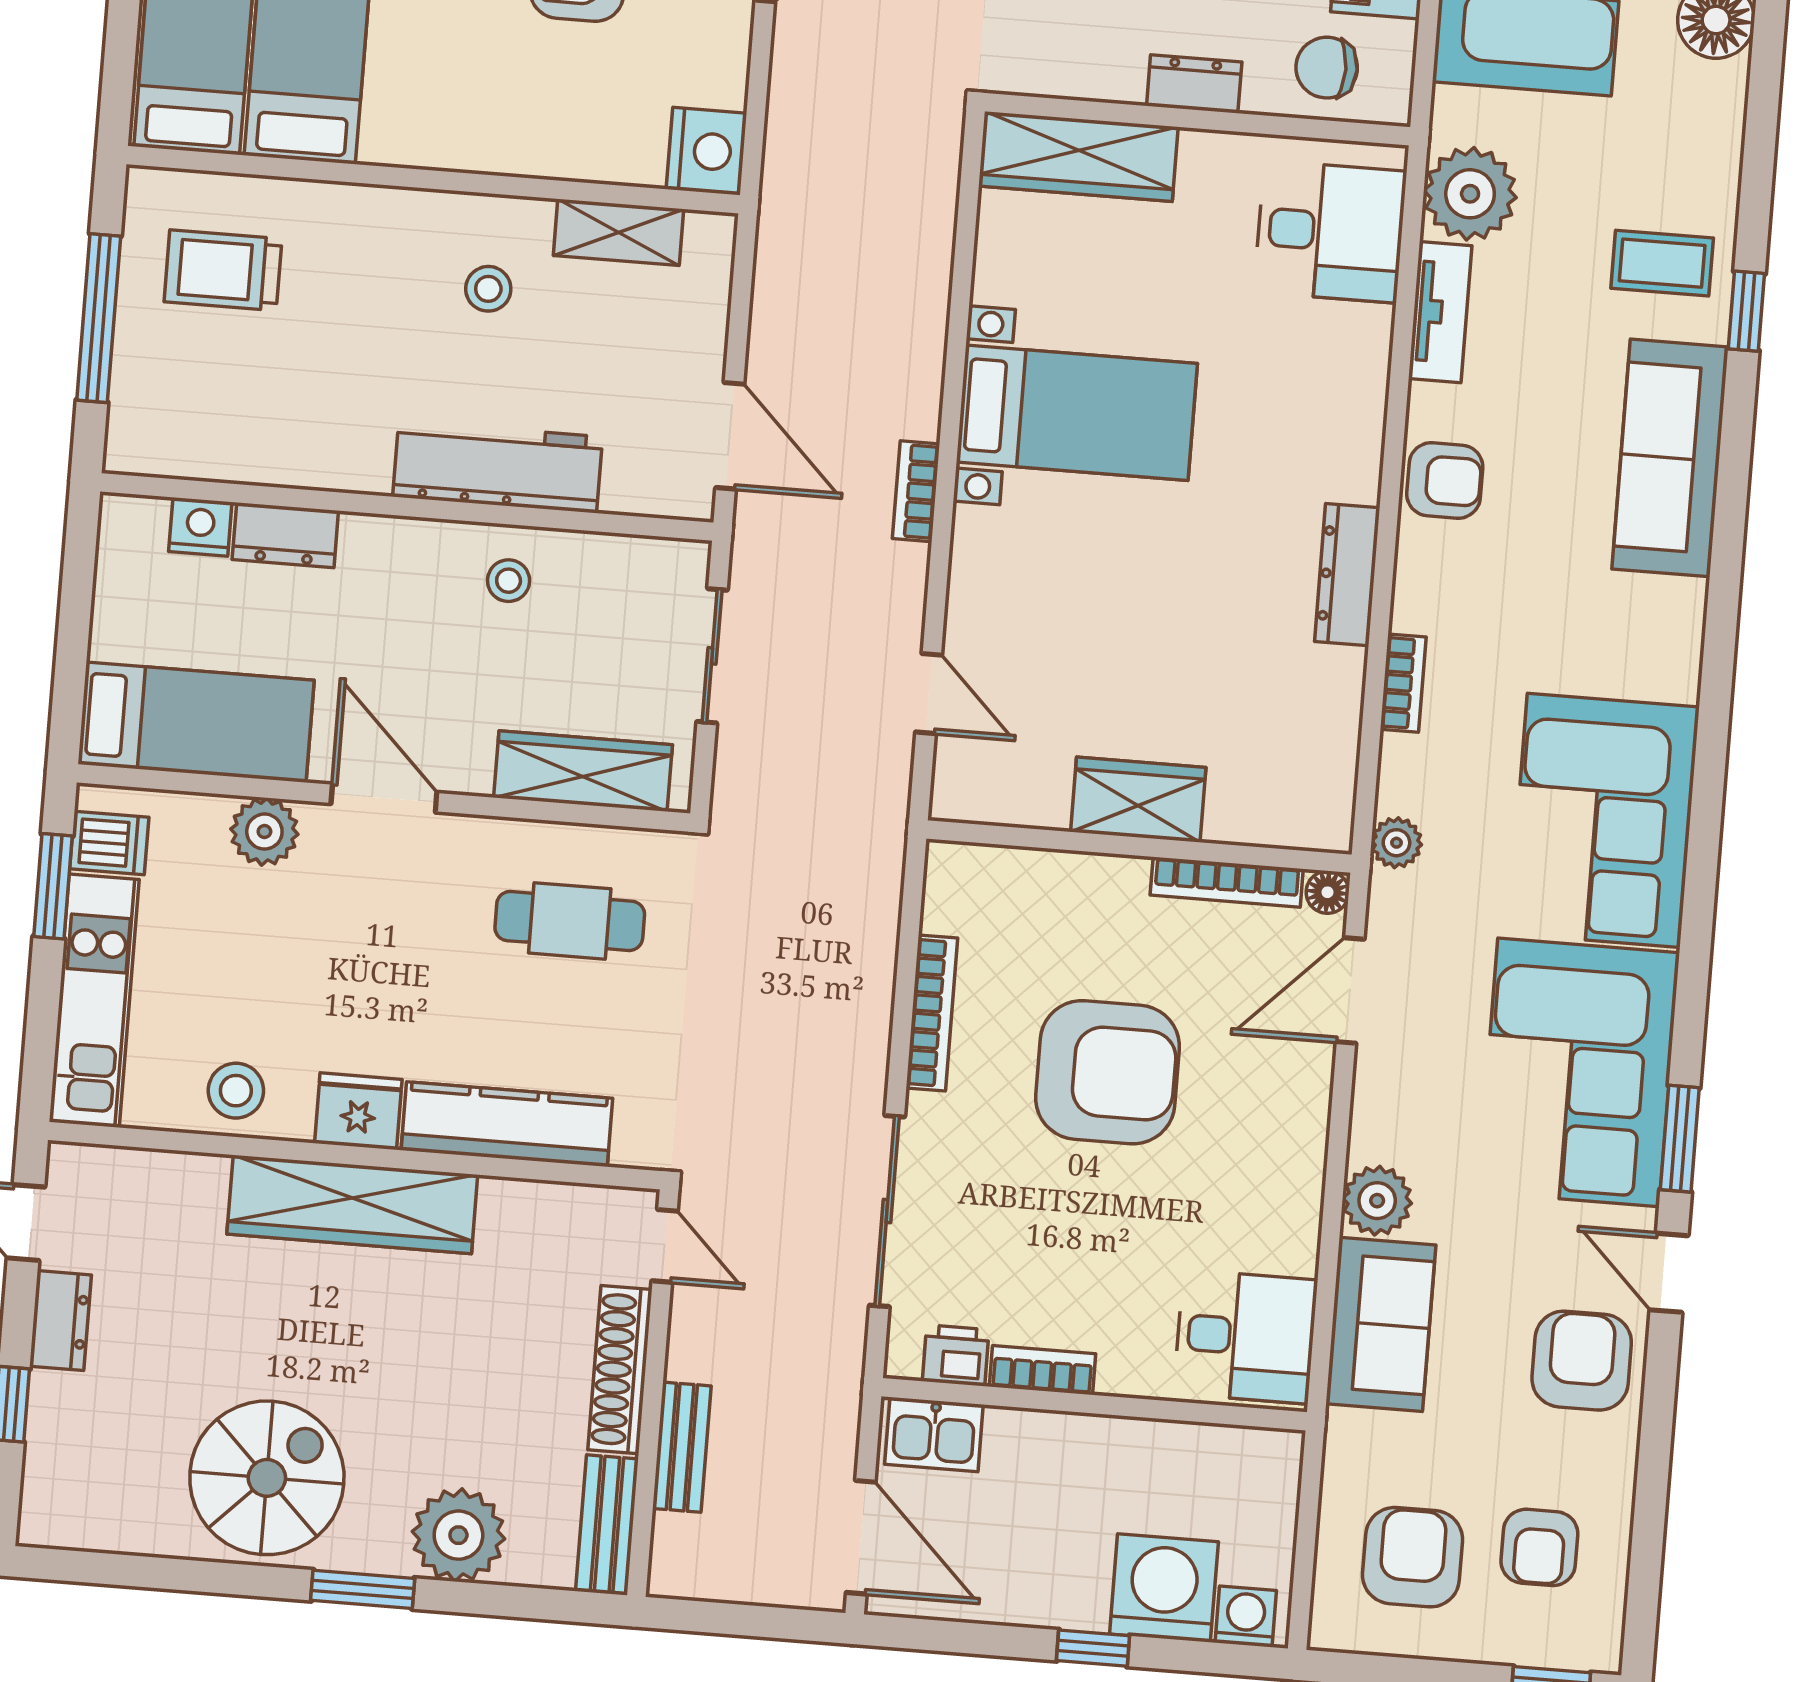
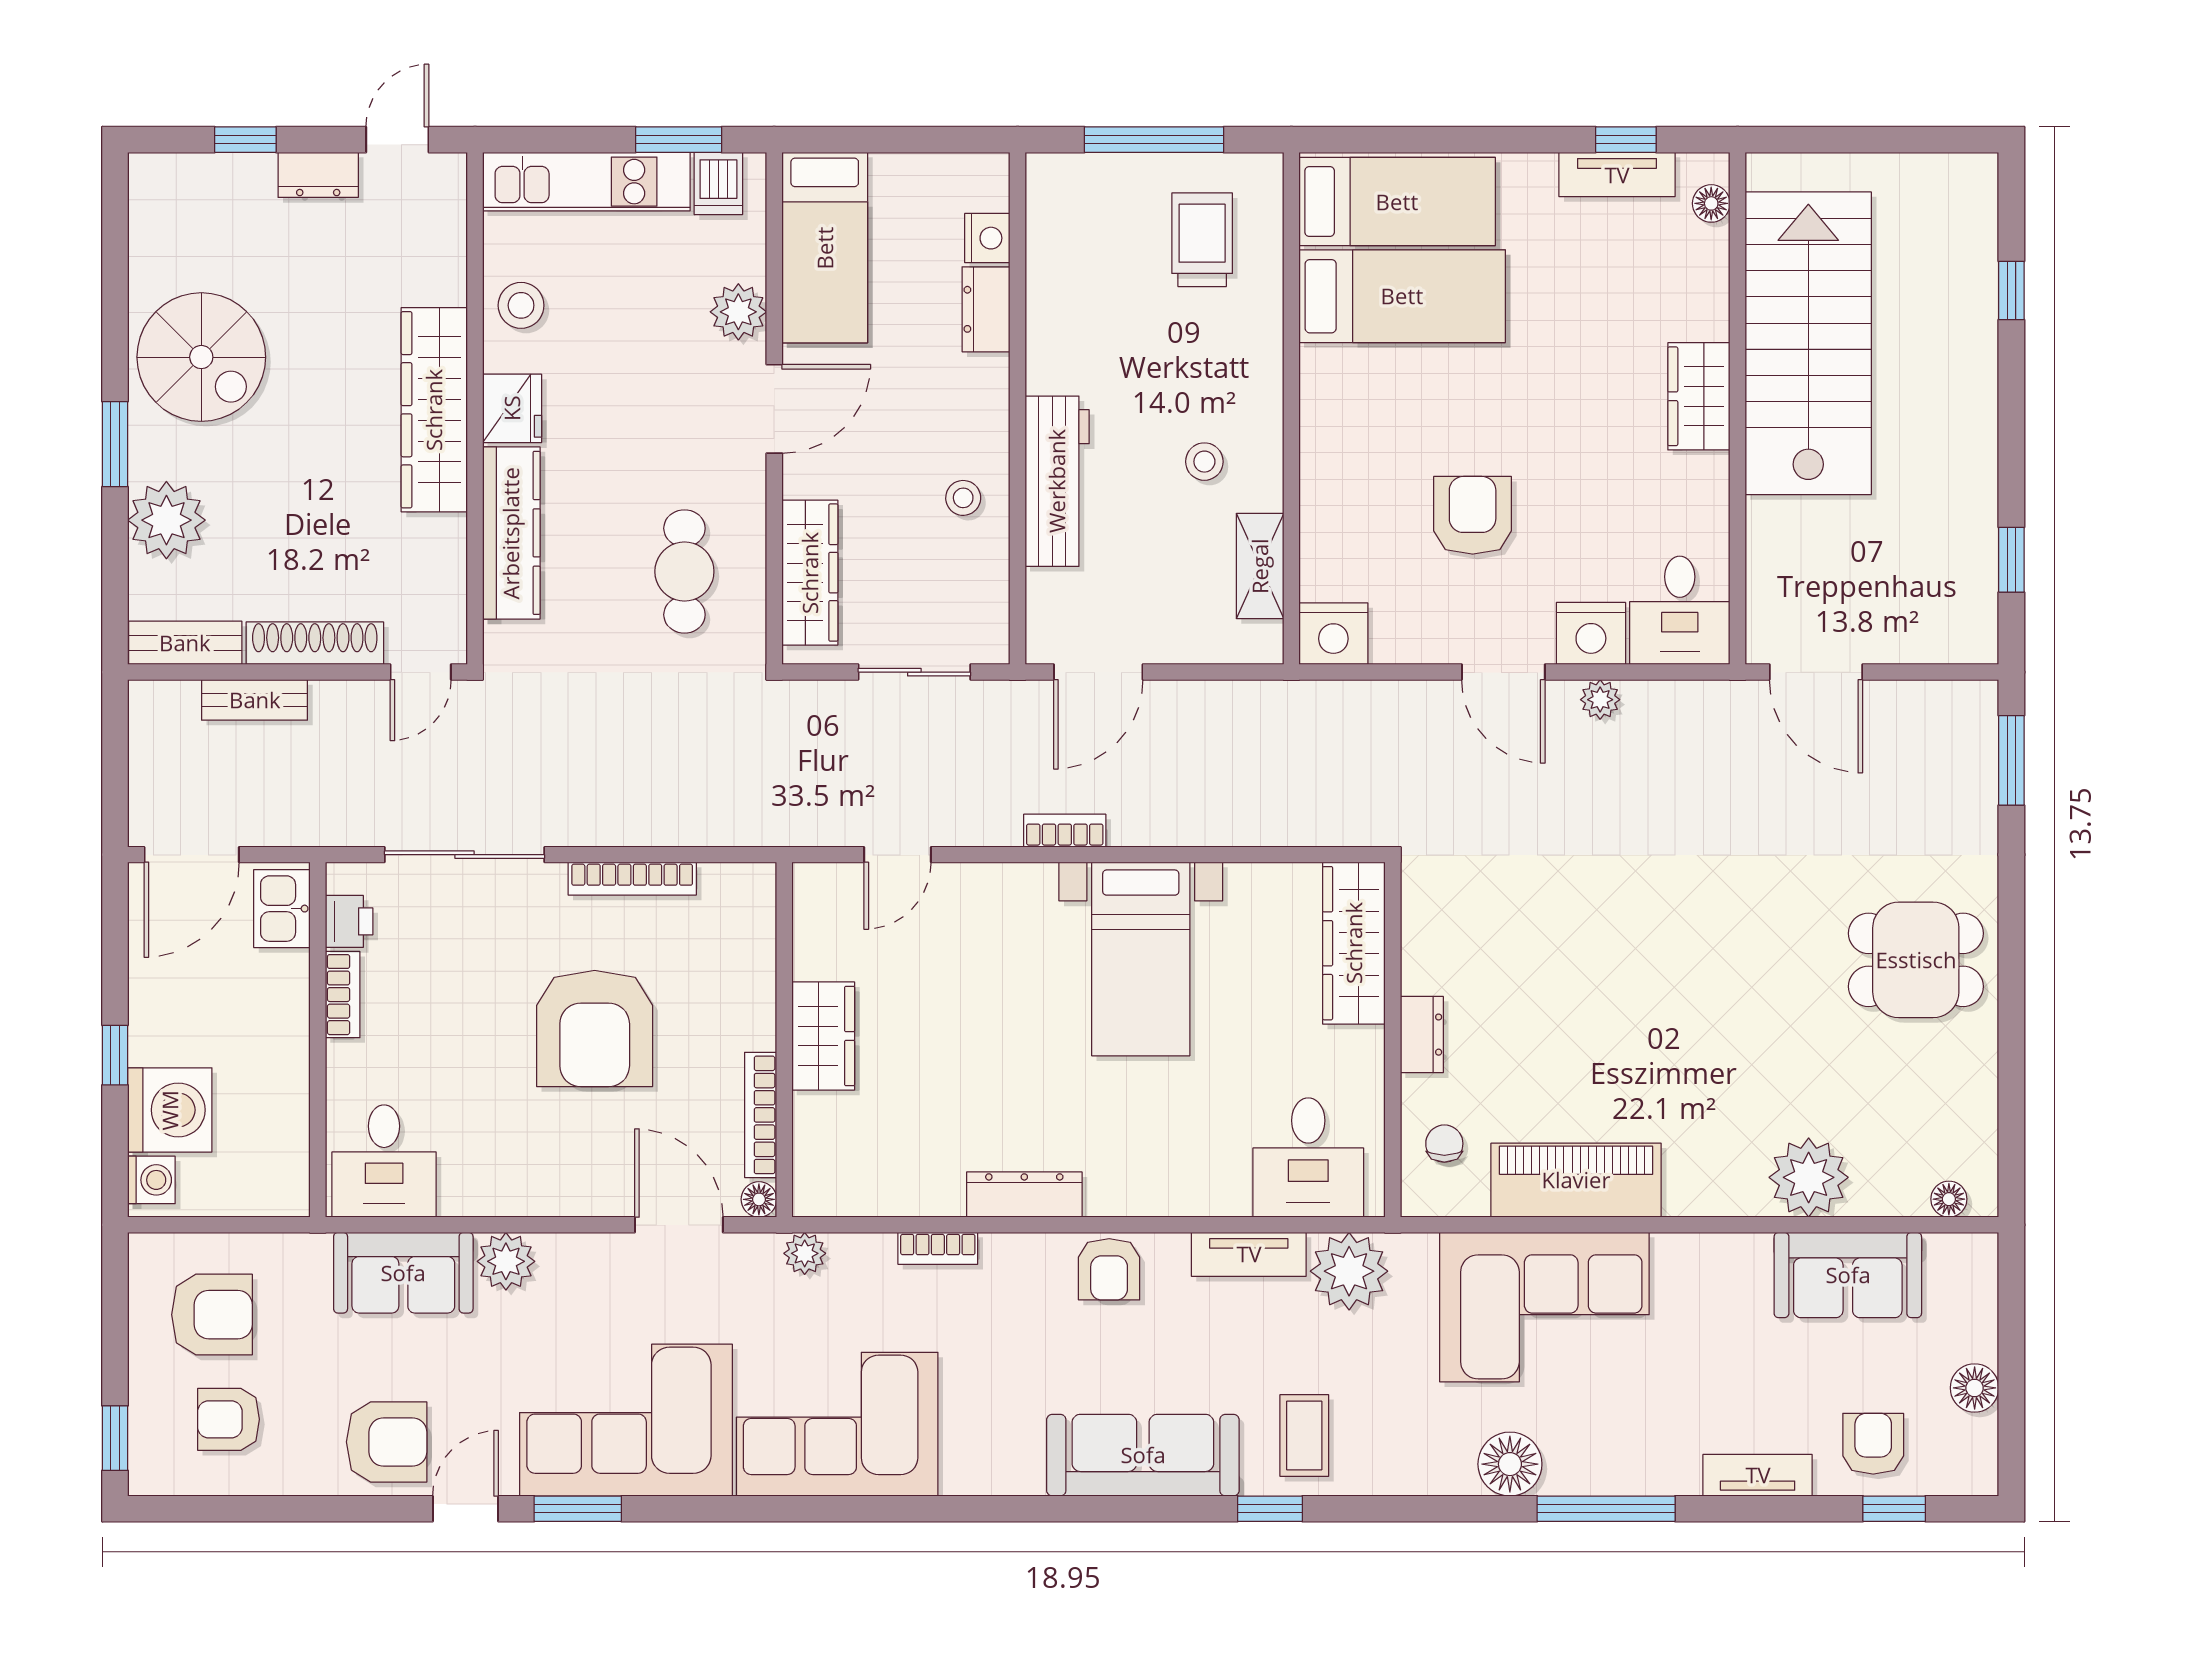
chair: (1327, 68) -> (1444, 1144), width x0.73, depth x0.73

